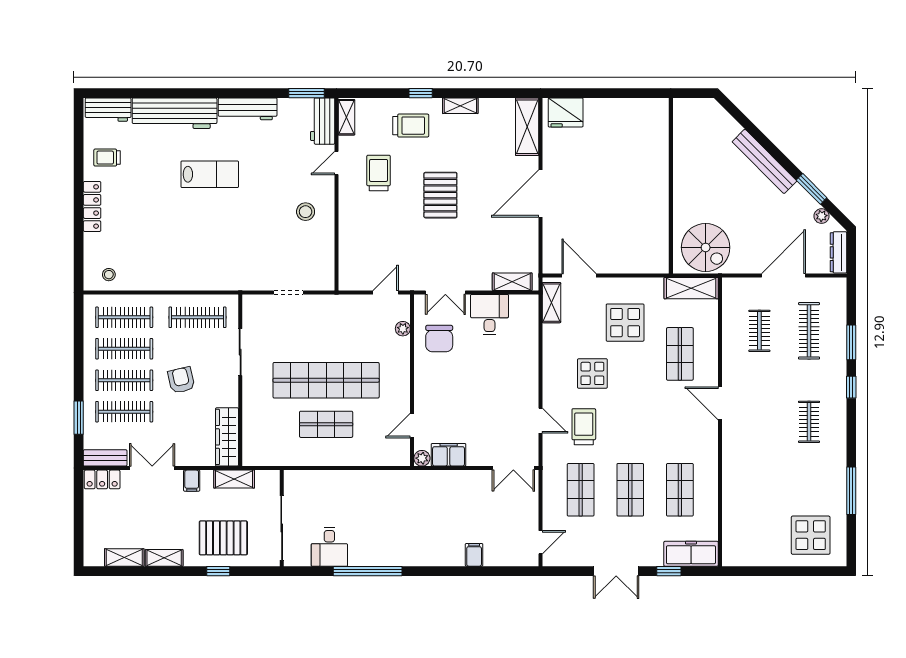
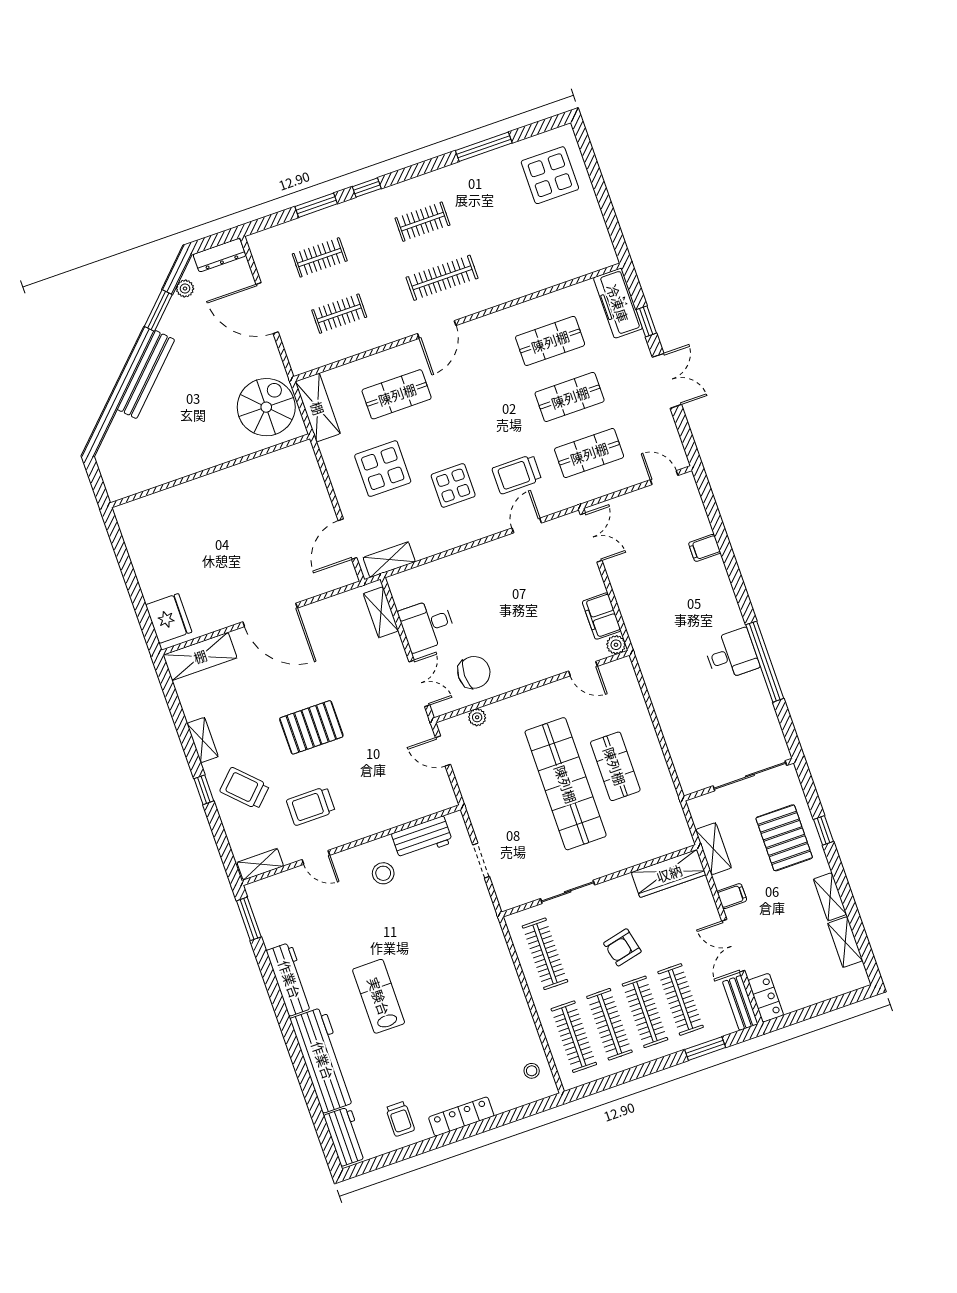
workbench: (323, 121) -> (422, 838), moved
trolley: (411, 126) -> (244, 788), turned -45
clothes rail: (809, 331) -> (320, 257), width x0.73
clothes rail: (759, 422) -> (442, 278), added
desk: (329, 547) -> (732, 654), moved

